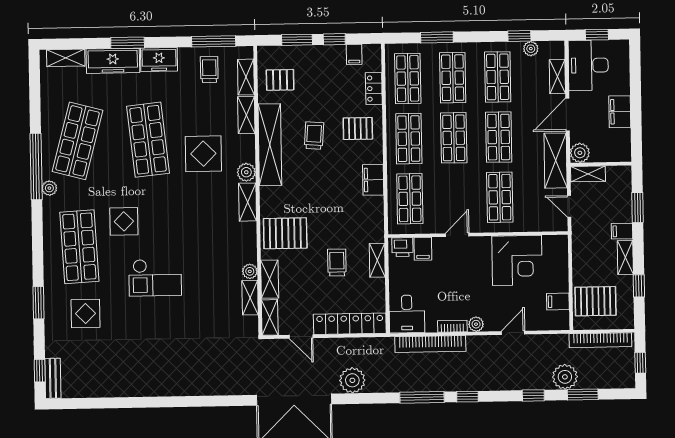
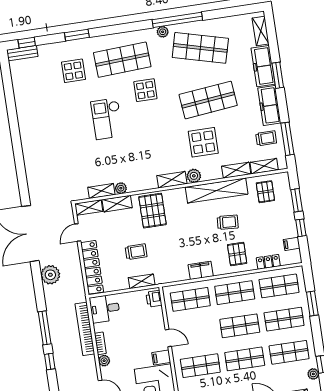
freezer: (159, 60) -> (269, 106), width x1.40
filing cabinet: (423, 249) -> (161, 358), moved

